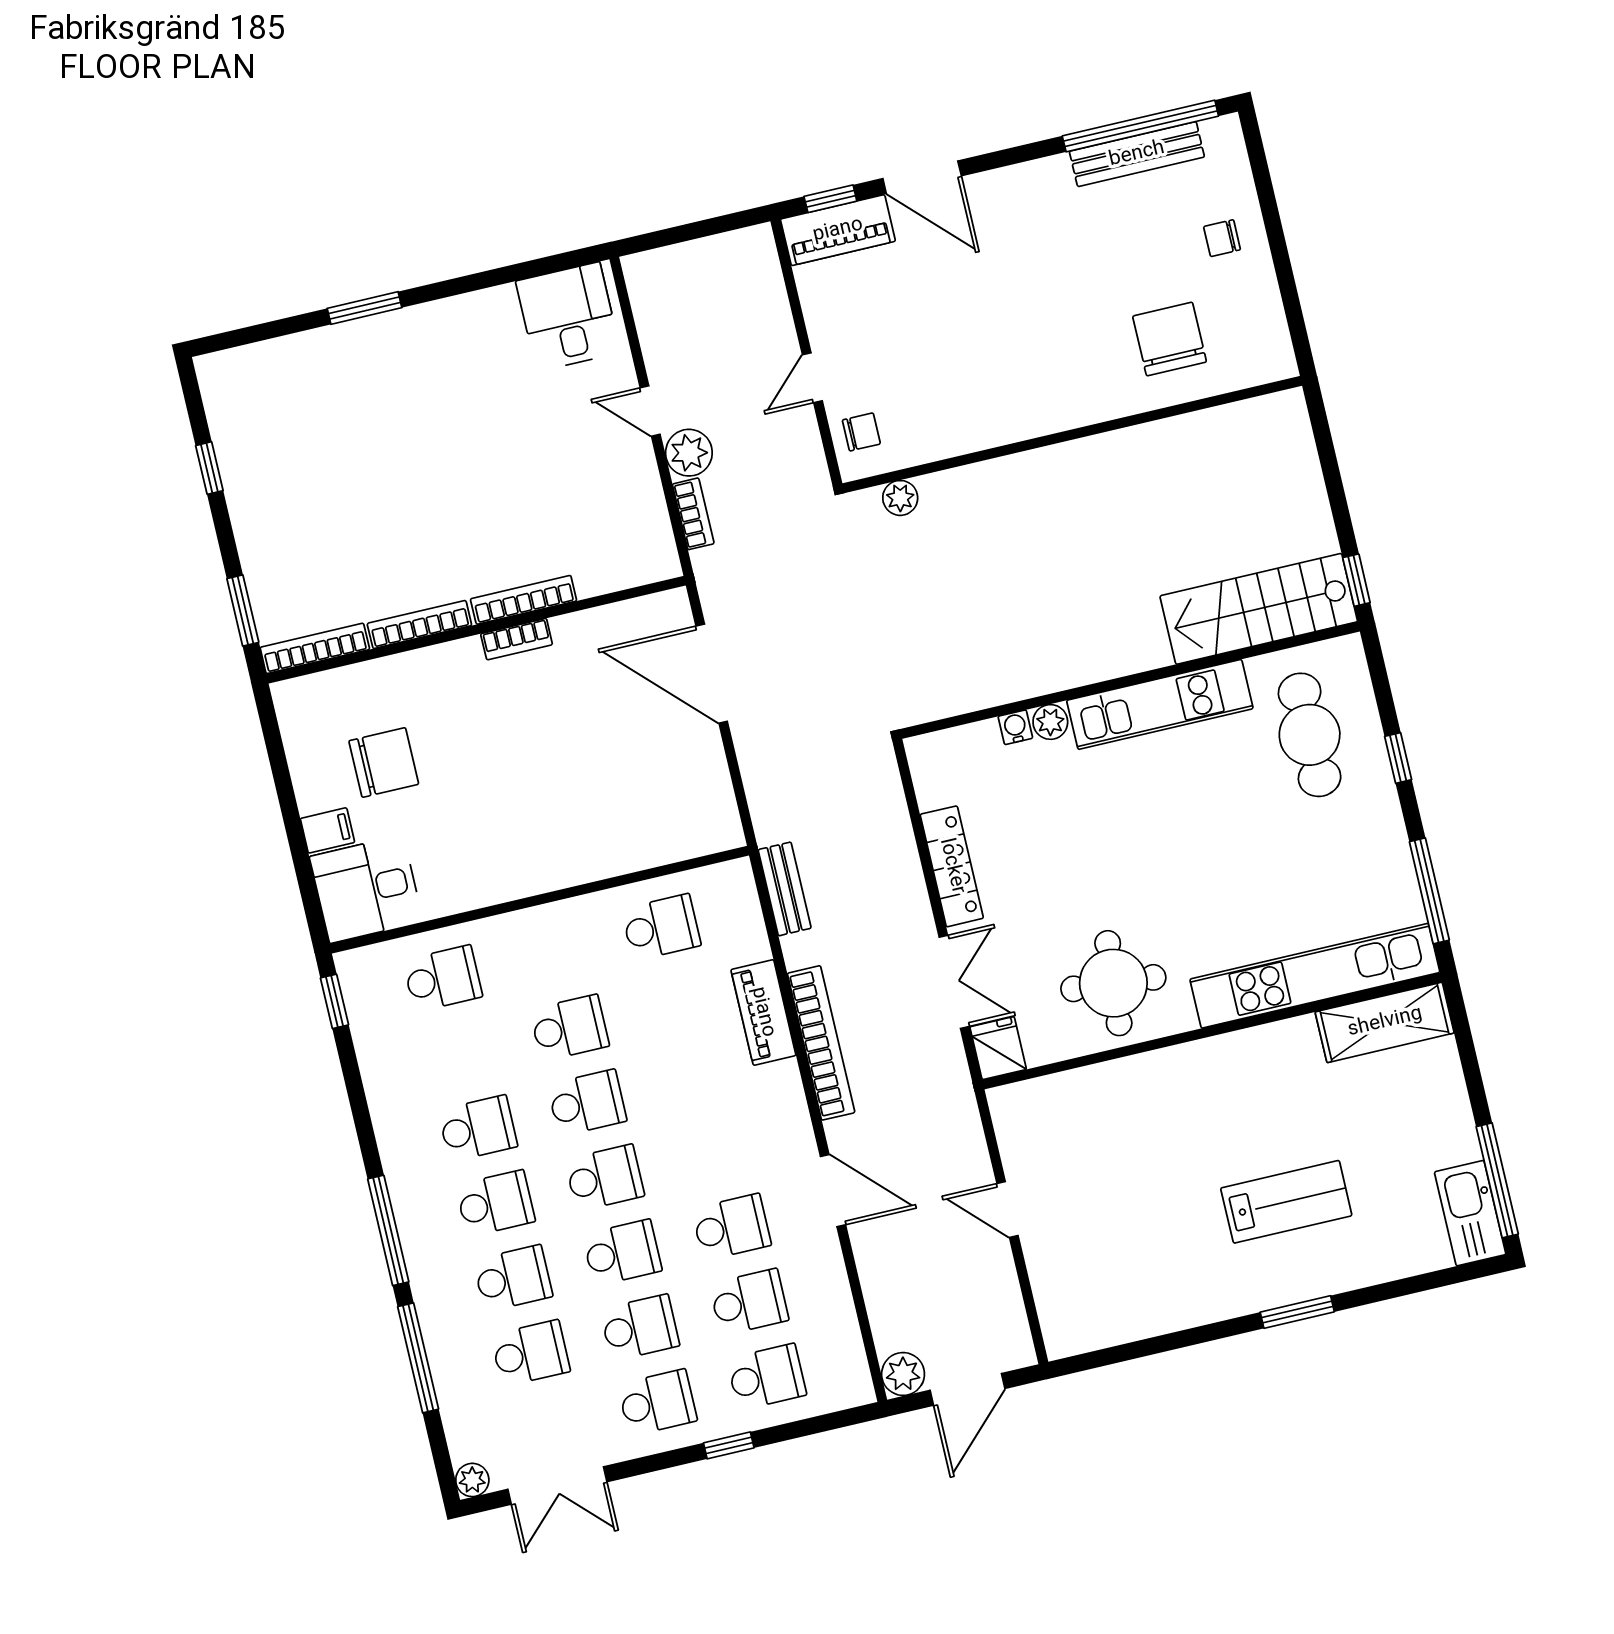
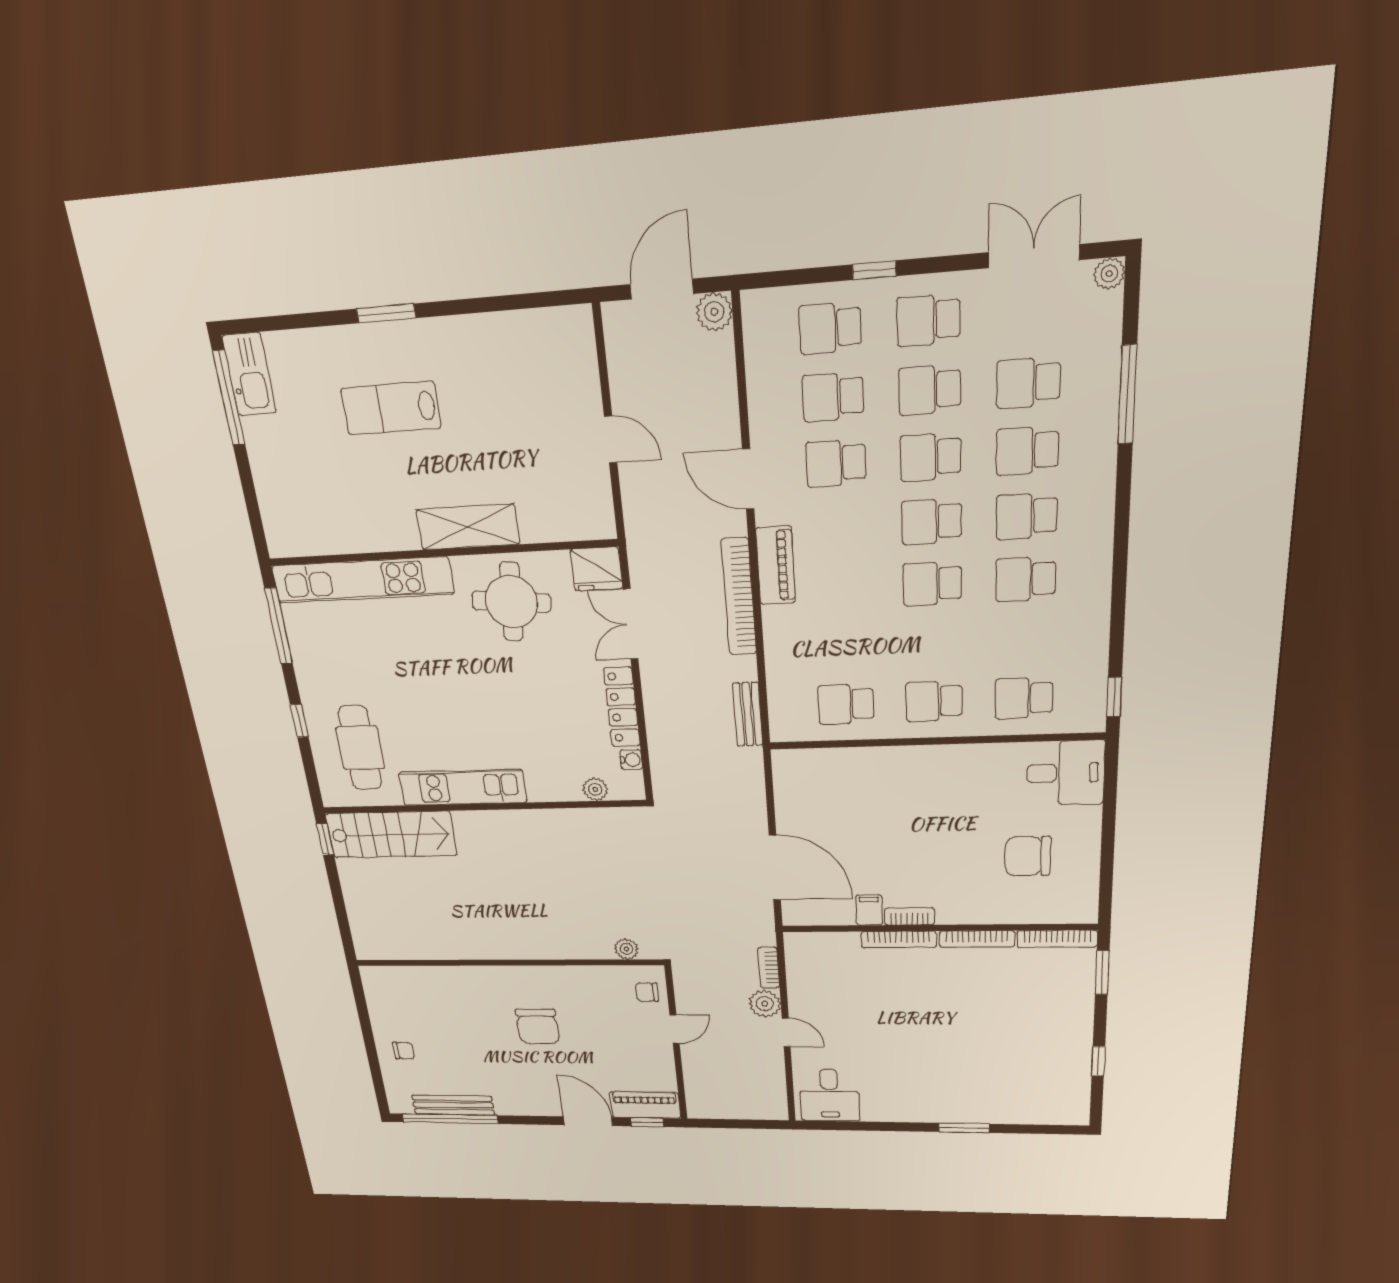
chair: (1170, 339) -> (538, 1027), moved
plant: (1050, 722) -> (595, 789), moved
water cooler: (1015, 727) -> (631, 760), moved, turned -90
filing cabinet: (327, 830) -> (869, 910), moved, turned 90
piano: (763, 1012) -> (776, 565), moved
shelving: (1385, 1022) -> (468, 527), moved
school desk: (569, 1028) -> (934, 701), moved
fridge: (998, 1048) -> (597, 569), width x1.38
window: (388, 1230) -> (1122, 509), removed

